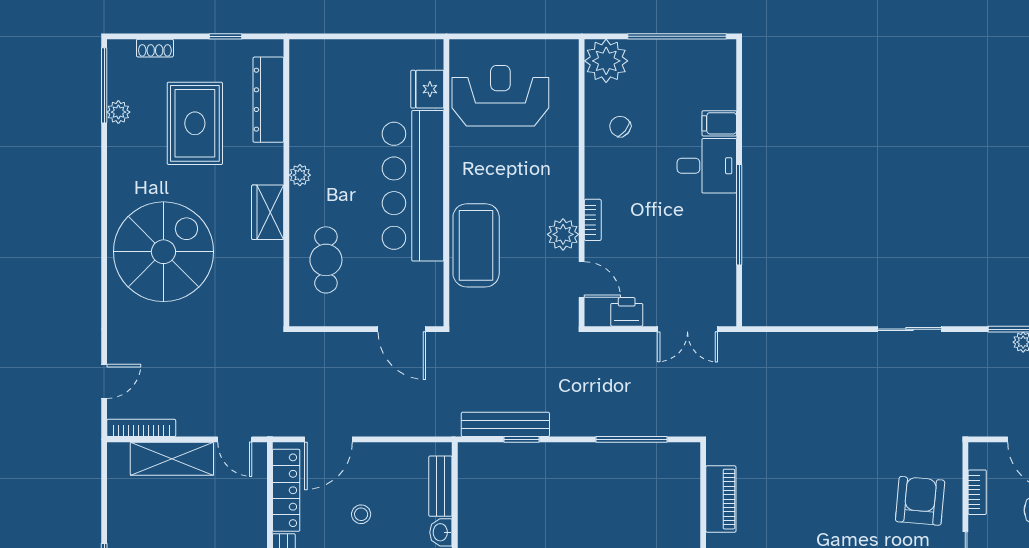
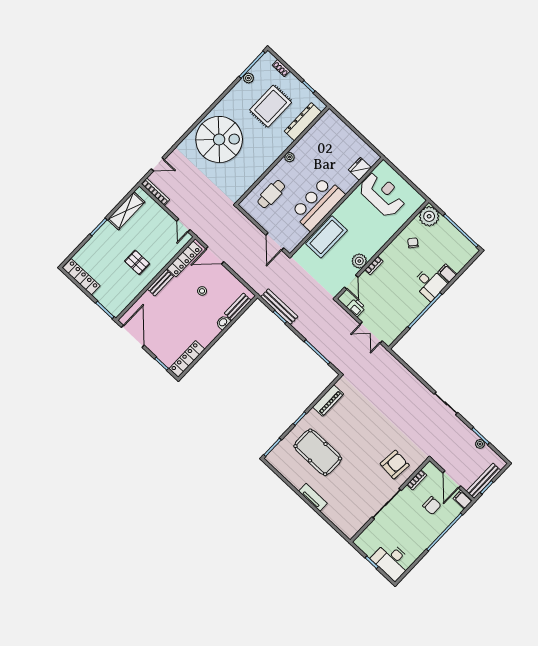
bar counter: (413, 186) -> (318, 204), width x0.73
wardrobe: (268, 212) -> (267, 159), removed
shelving: (172, 459) -> (126, 211), moved, turned 90

